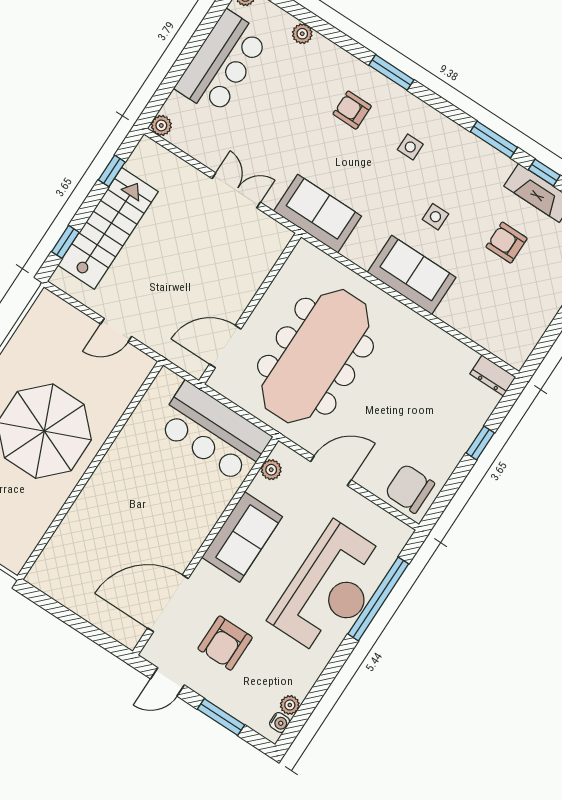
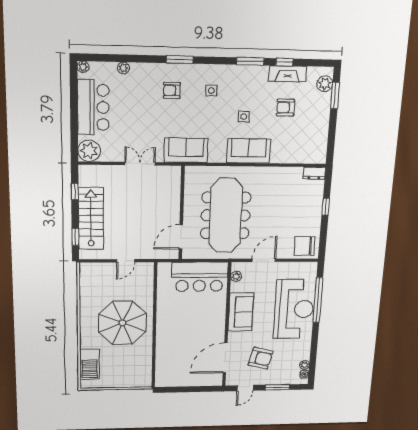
plant: (161, 125) -> (89, 151), width x1.87, depth x1.87
armchair: (225, 643) -> (261, 358), turned -76

